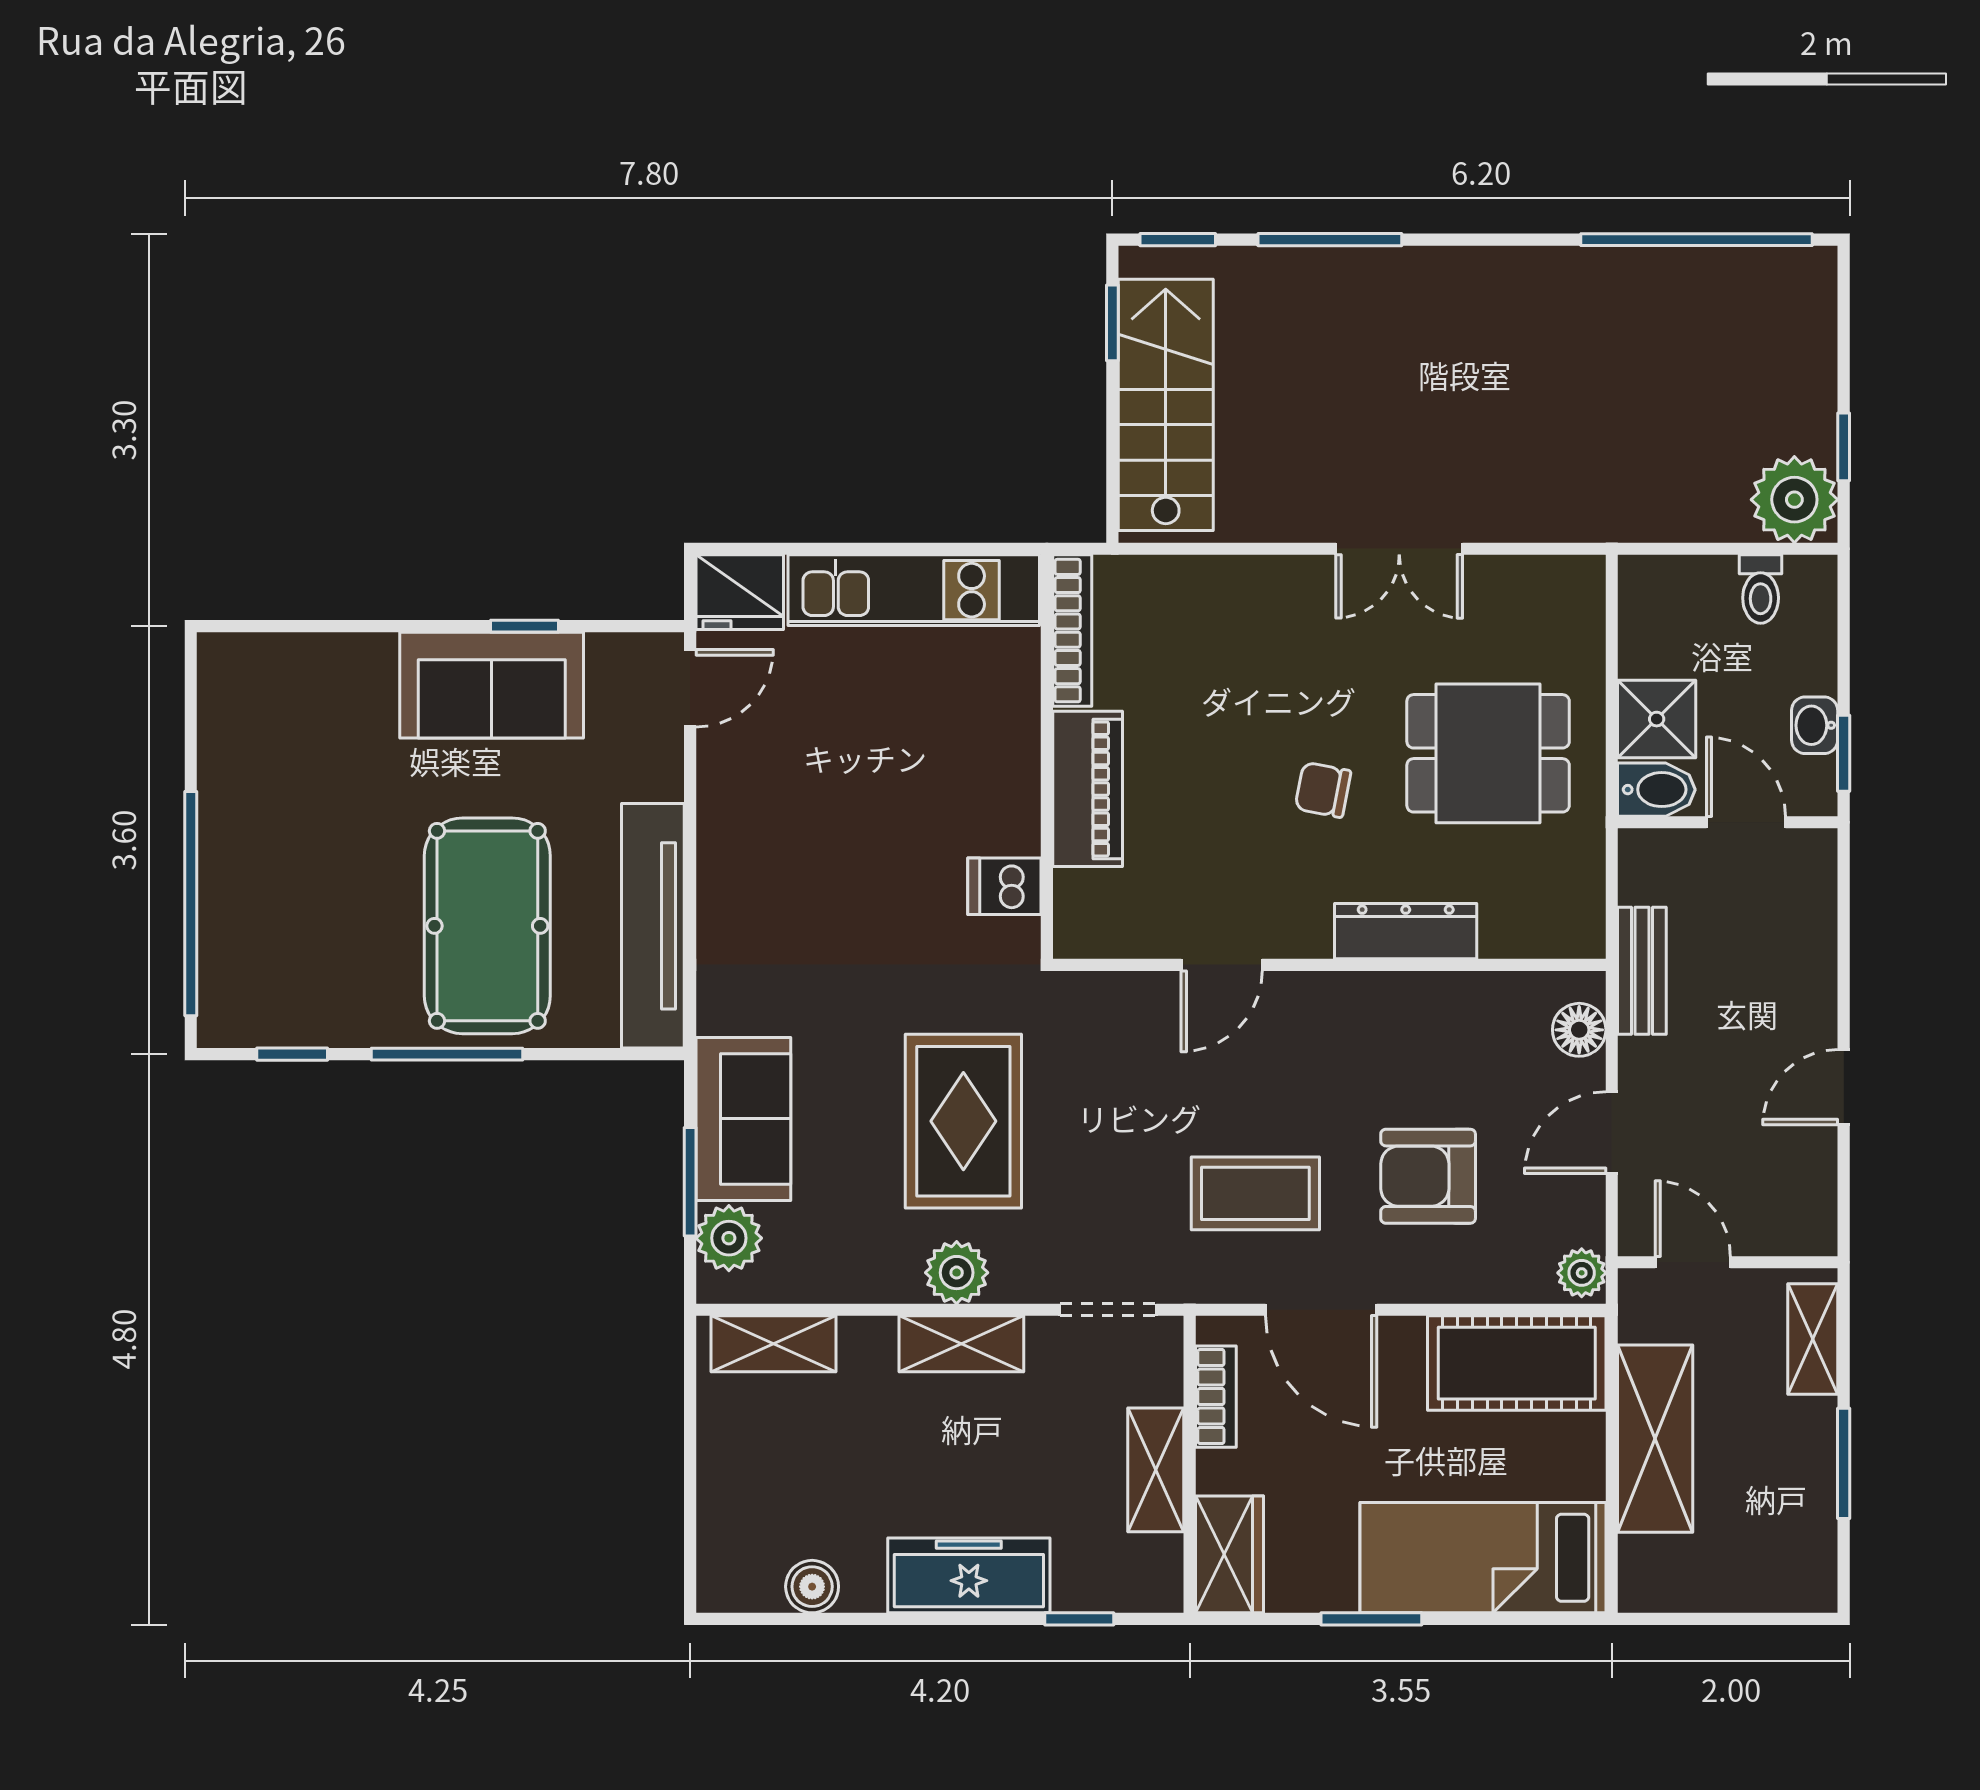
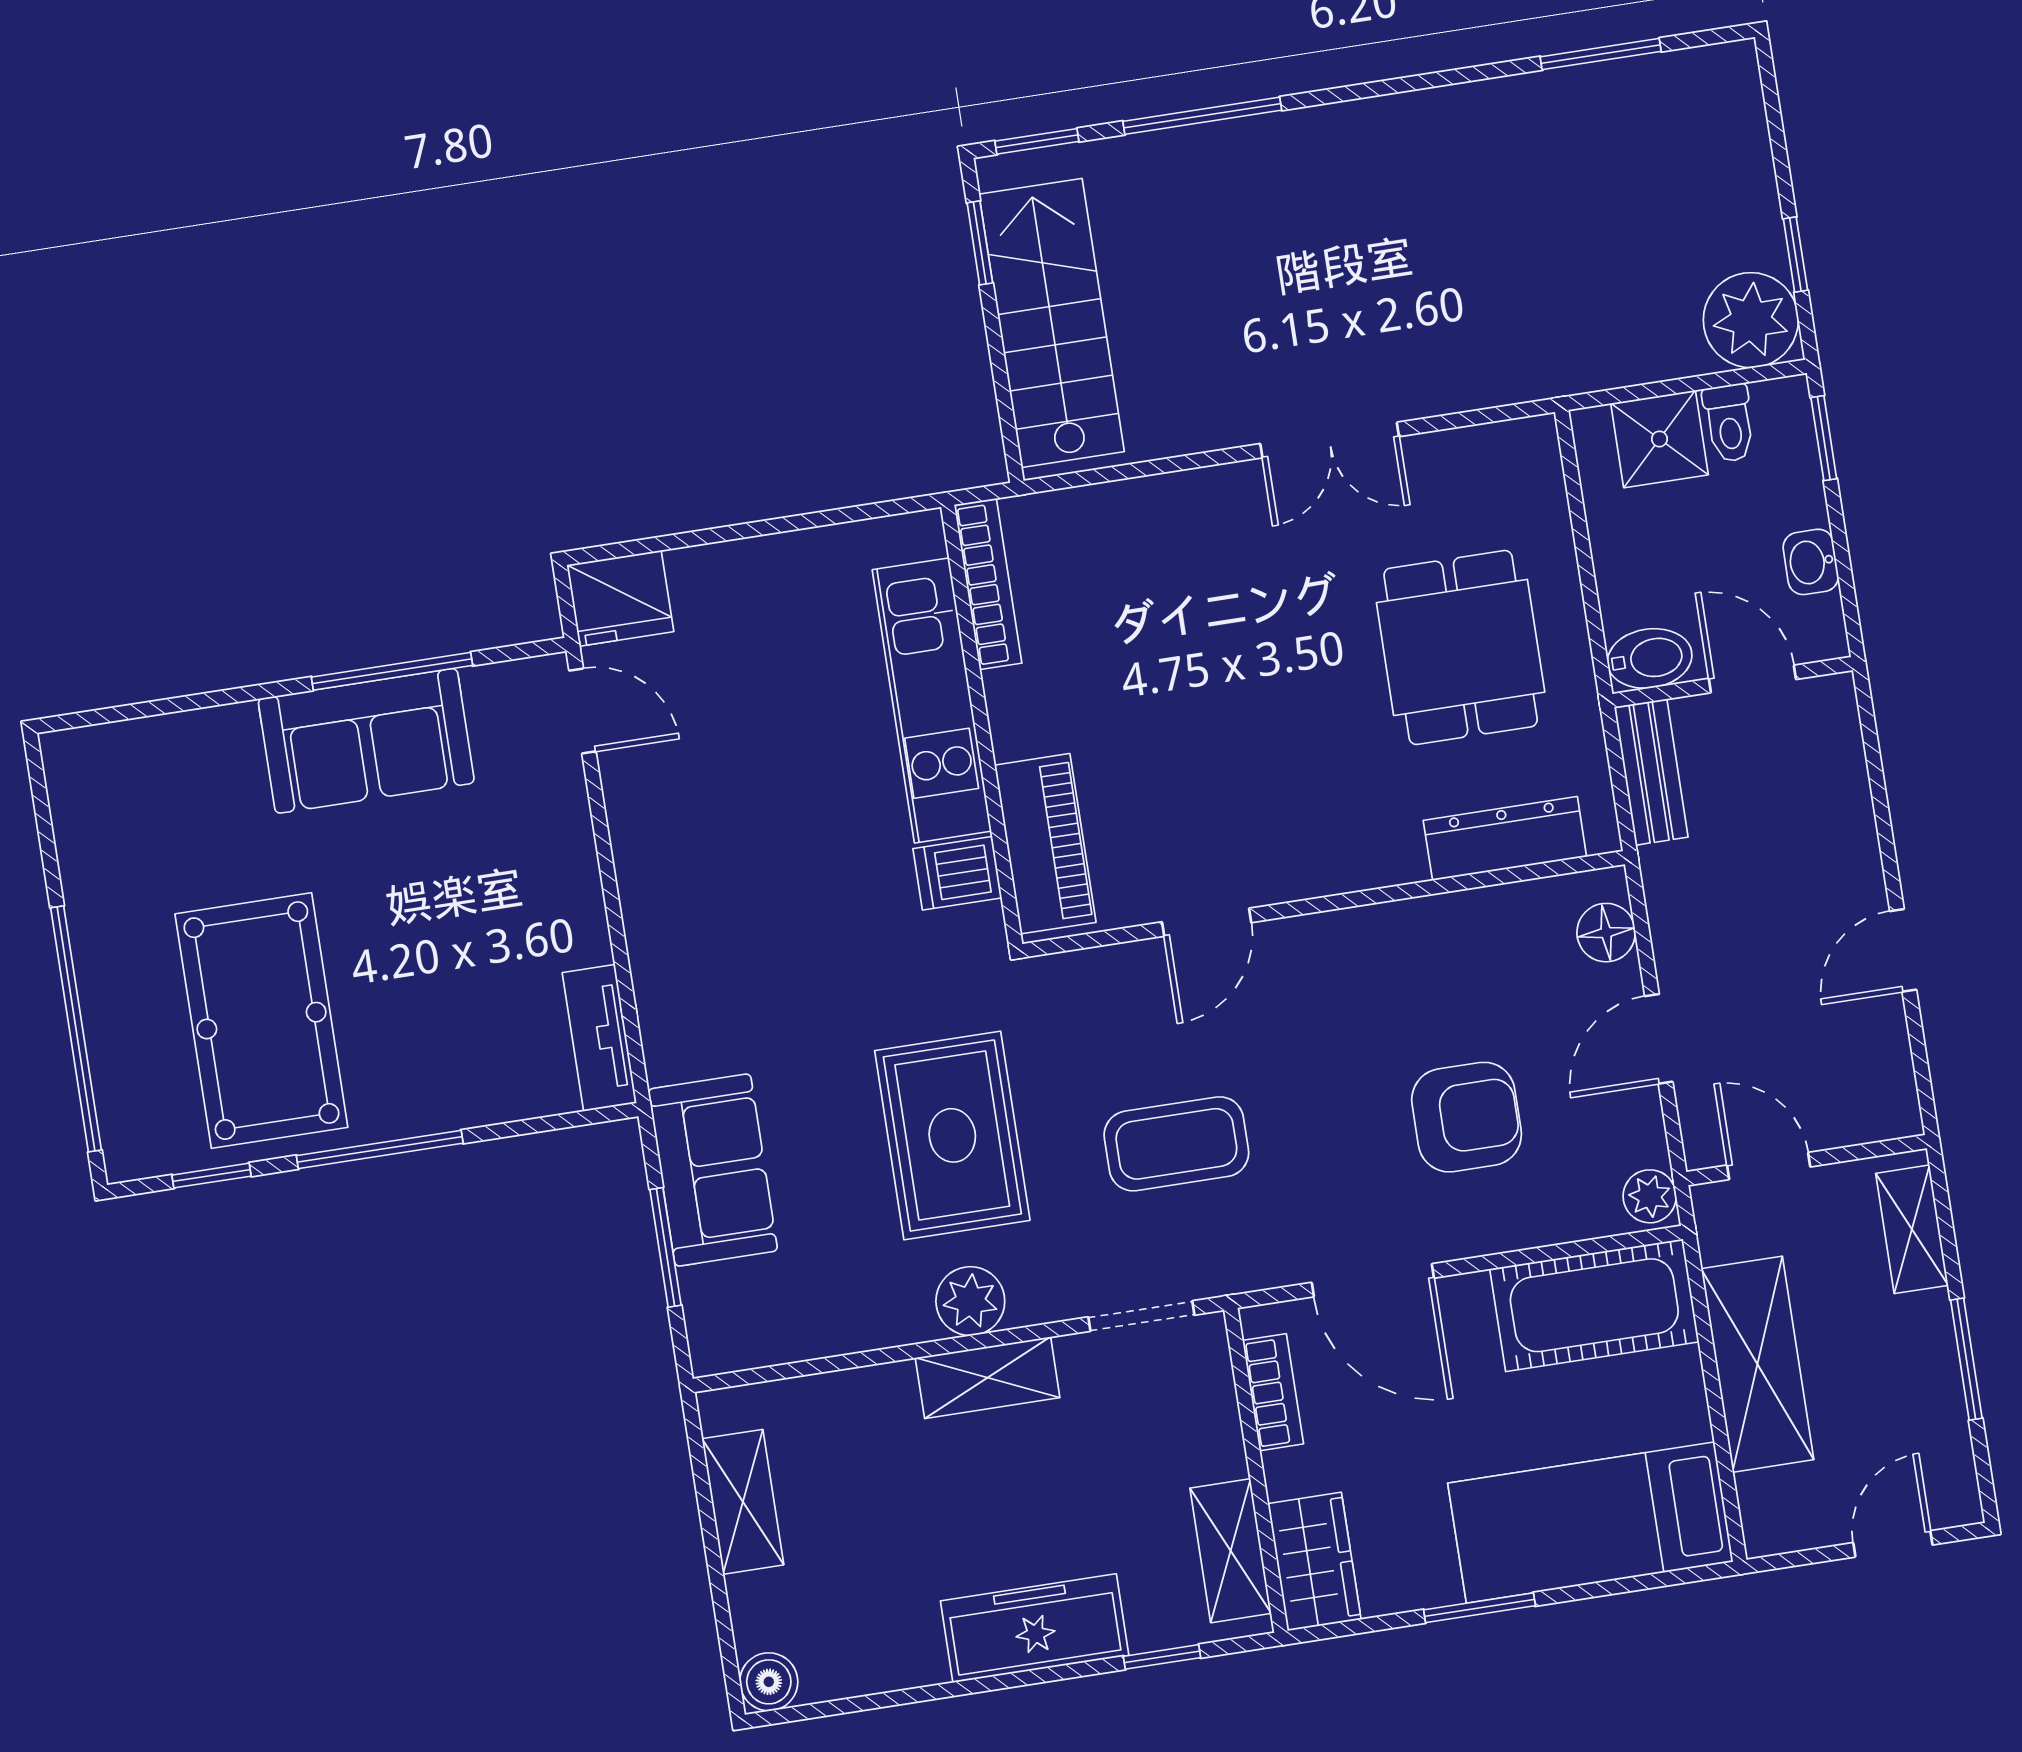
window: (1697, 240) -> (1601, 54), width x0.47
kitchen unit: (914, 590) -> (932, 700), moved, turned 90
window: (524, 626) -> (392, 671), width x2.17
door: (690, 688) -> (583, 711), hinge flipped
shower: (1657, 719) -> (1659, 439), moved
dining table: (1488, 753) -> (1461, 647), turned 90
window: (1844, 753) -> (1824, 438), moved
piano: (1088, 789) -> (1045, 844), moved
chair: (1323, 790) -> (1287, 715), removed
pool table: (487, 926) -> (261, 1021), moved
tv unit: (653, 926) -> (599, 1038), width x0.52, depth x0.78
dresser: (1406, 931) -> (1505, 839), moved
bench: (1642, 971) -> (1651, 772), moved
armchair: (1428, 1176) -> (1467, 1117), turned 180
coffee table: (1255, 1193) -> (1176, 1144), moved
plant: (729, 1238) -> (717, 1302), removed
shelving: (773, 1344) -> (743, 1502), moved, turned 90
shelving: (1156, 1470) -> (1231, 1551), moved
boiler: (812, 1587) -> (769, 1682), moved
door: (1752, 1619) -> (1893, 1544), added

